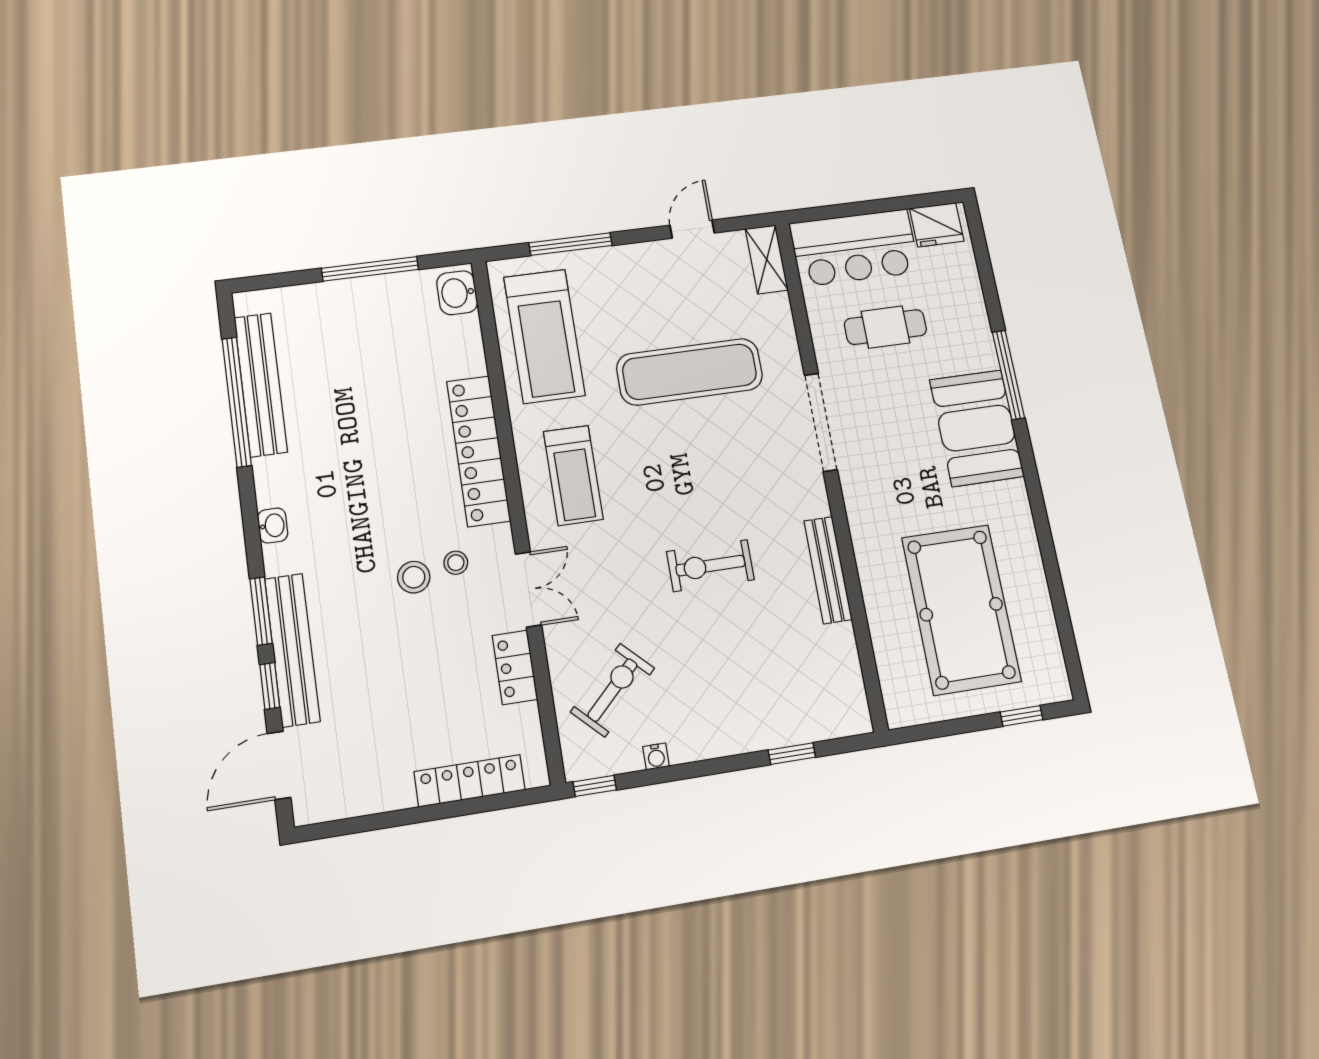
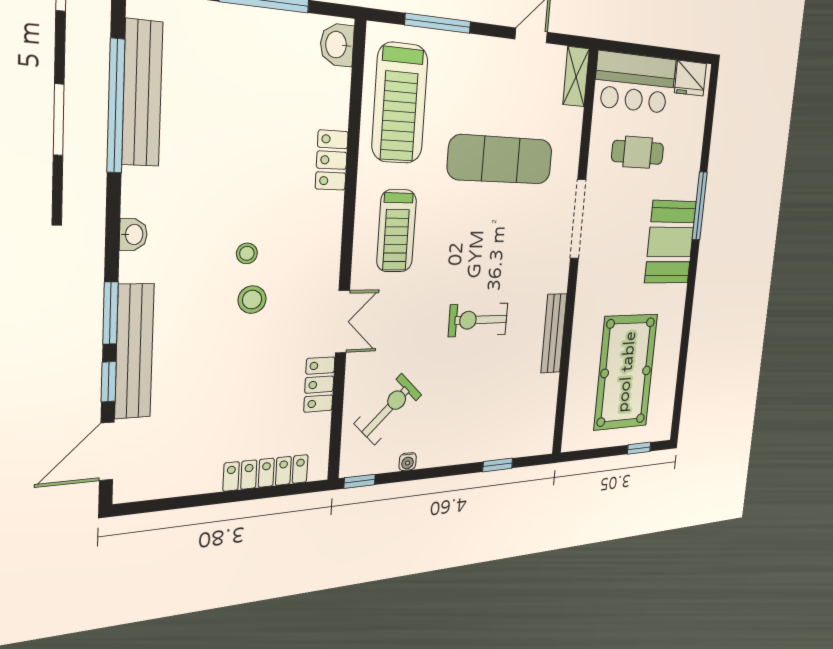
locker: (478, 451) -> (332, 160), width x0.46, depth x0.83
stool: (456, 563) -> (247, 253), moved

